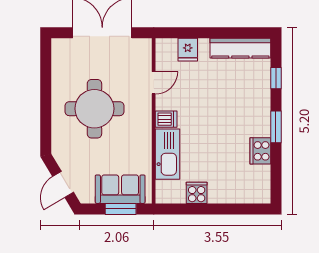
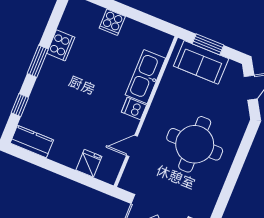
kitchen counter: (240, 48) -> (32, 142), width x0.67
cooker: (197, 193) -> (112, 22), moved

